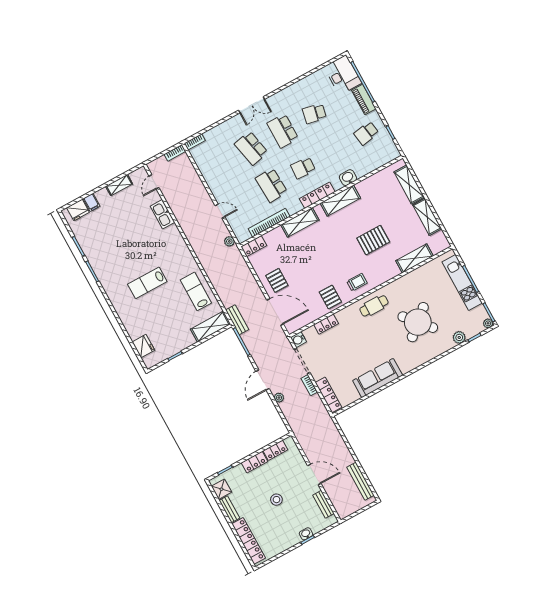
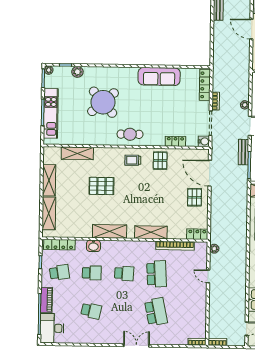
school desk: (283, 131) -> (92, 273), moved, width x0.54
locker: (317, 195) -> (59, 245), moved
bench: (237, 320) -> (243, 152), moved

